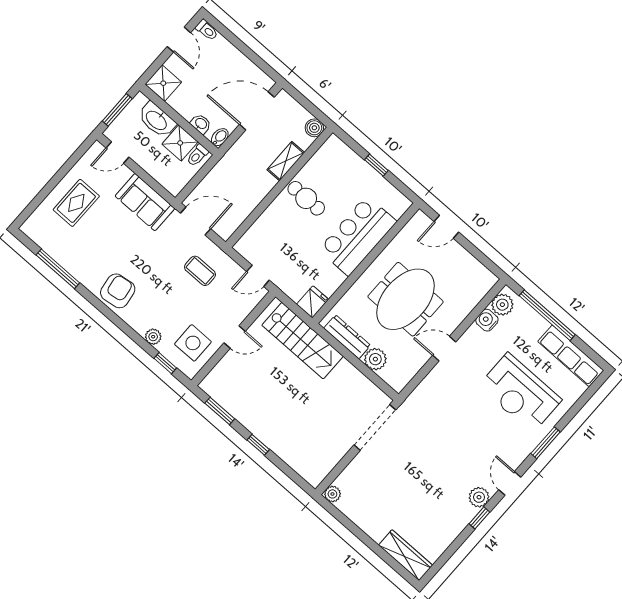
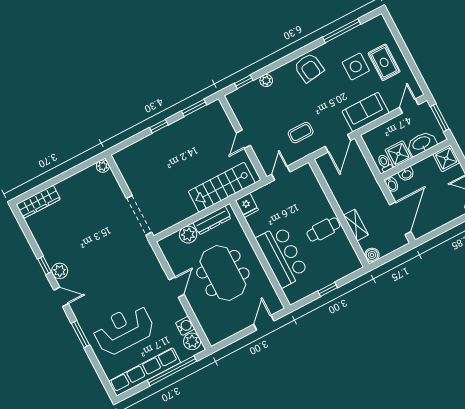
side table: (193, 343) -> (356, 66), moved
row of seats: (571, 356) -> (145, 372), width x1.36

